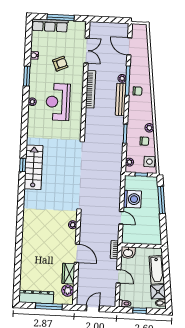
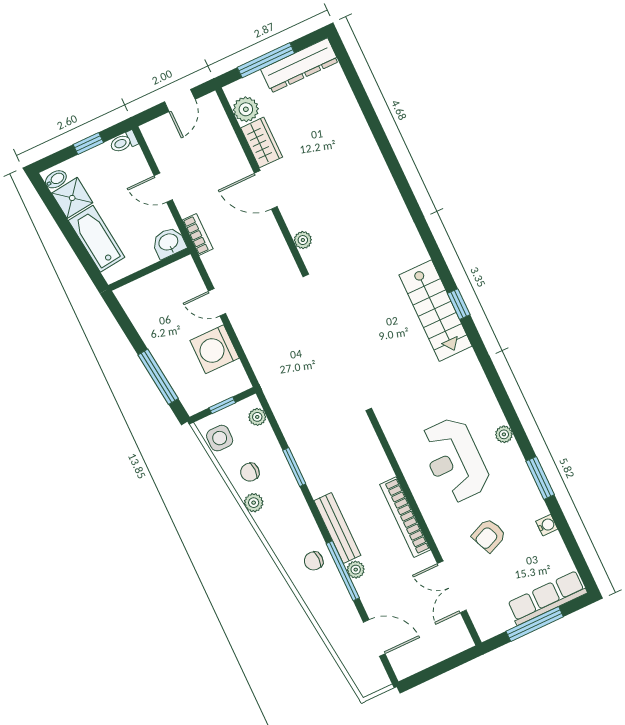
reception desk: (58, 102) -> (455, 460), turned 180

